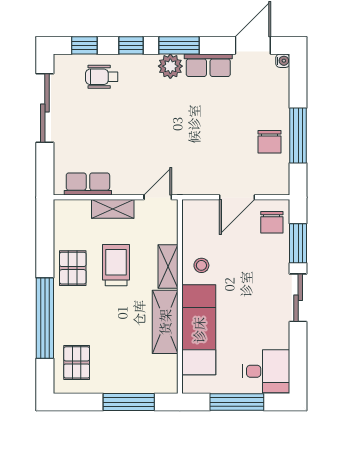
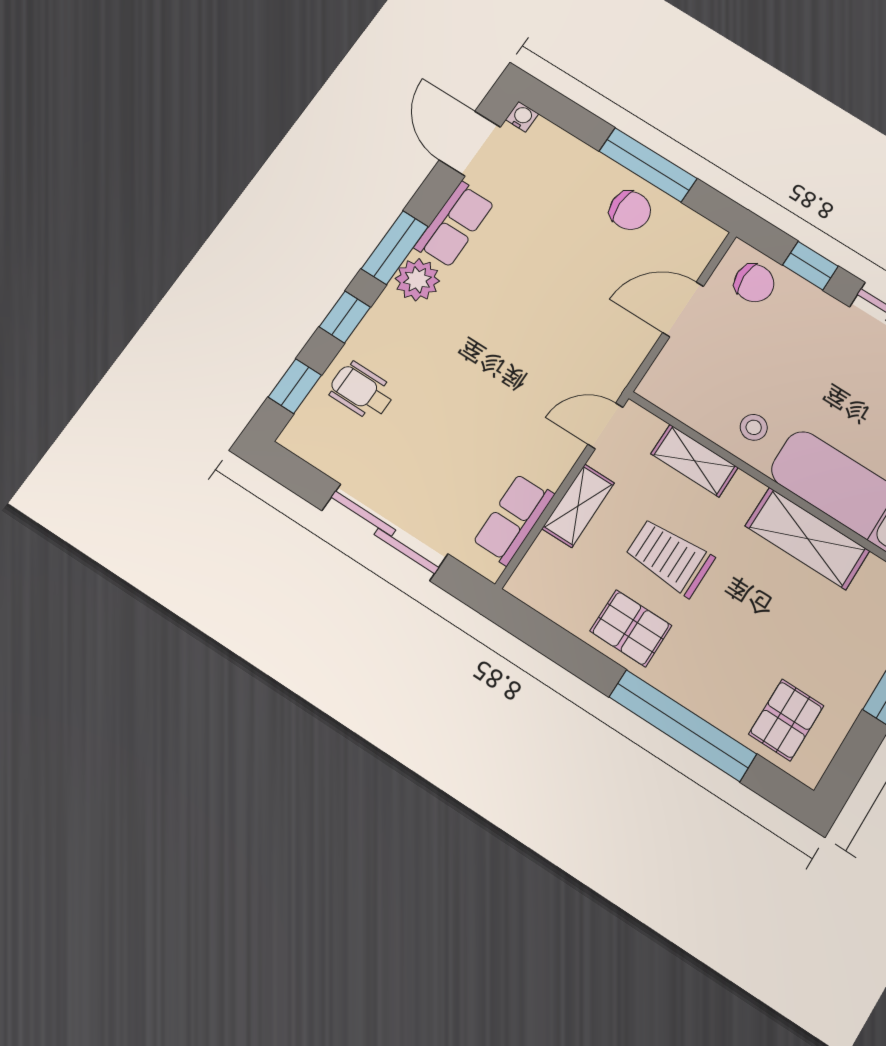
wheelchair: (102, 77) -> (362, 391), turned 90
sliding door: (45, 108) -> (385, 532), moved
door: (158, 197) -> (605, 426), hinge flipped
door: (237, 197) -> (683, 309), swing flipped
window: (298, 243) -> (810, 266), width x0.67
shelving: (168, 267) -> (694, 461), moved
pallet: (77, 362) -> (786, 720), turned 90

